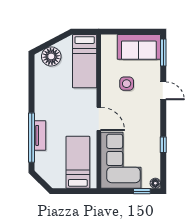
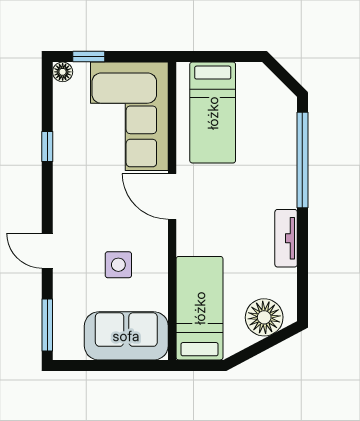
sofa: (139, 47) -> (126, 336), moved
tv unit: (40, 135) -> (286, 238), moved

